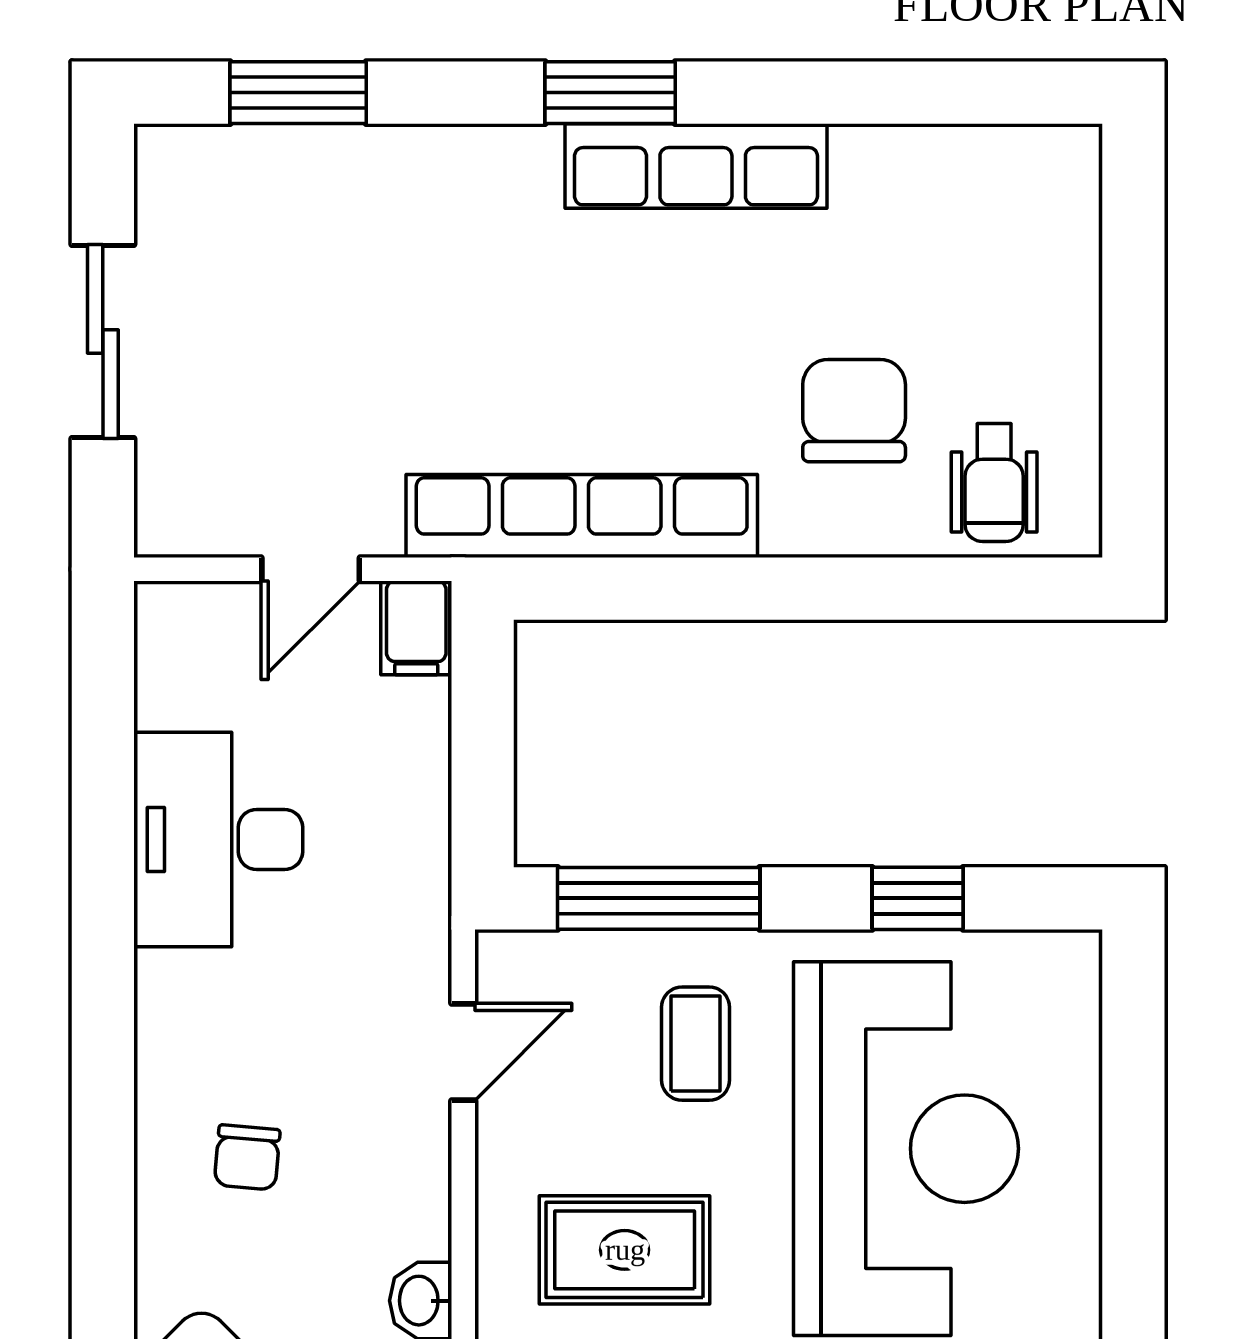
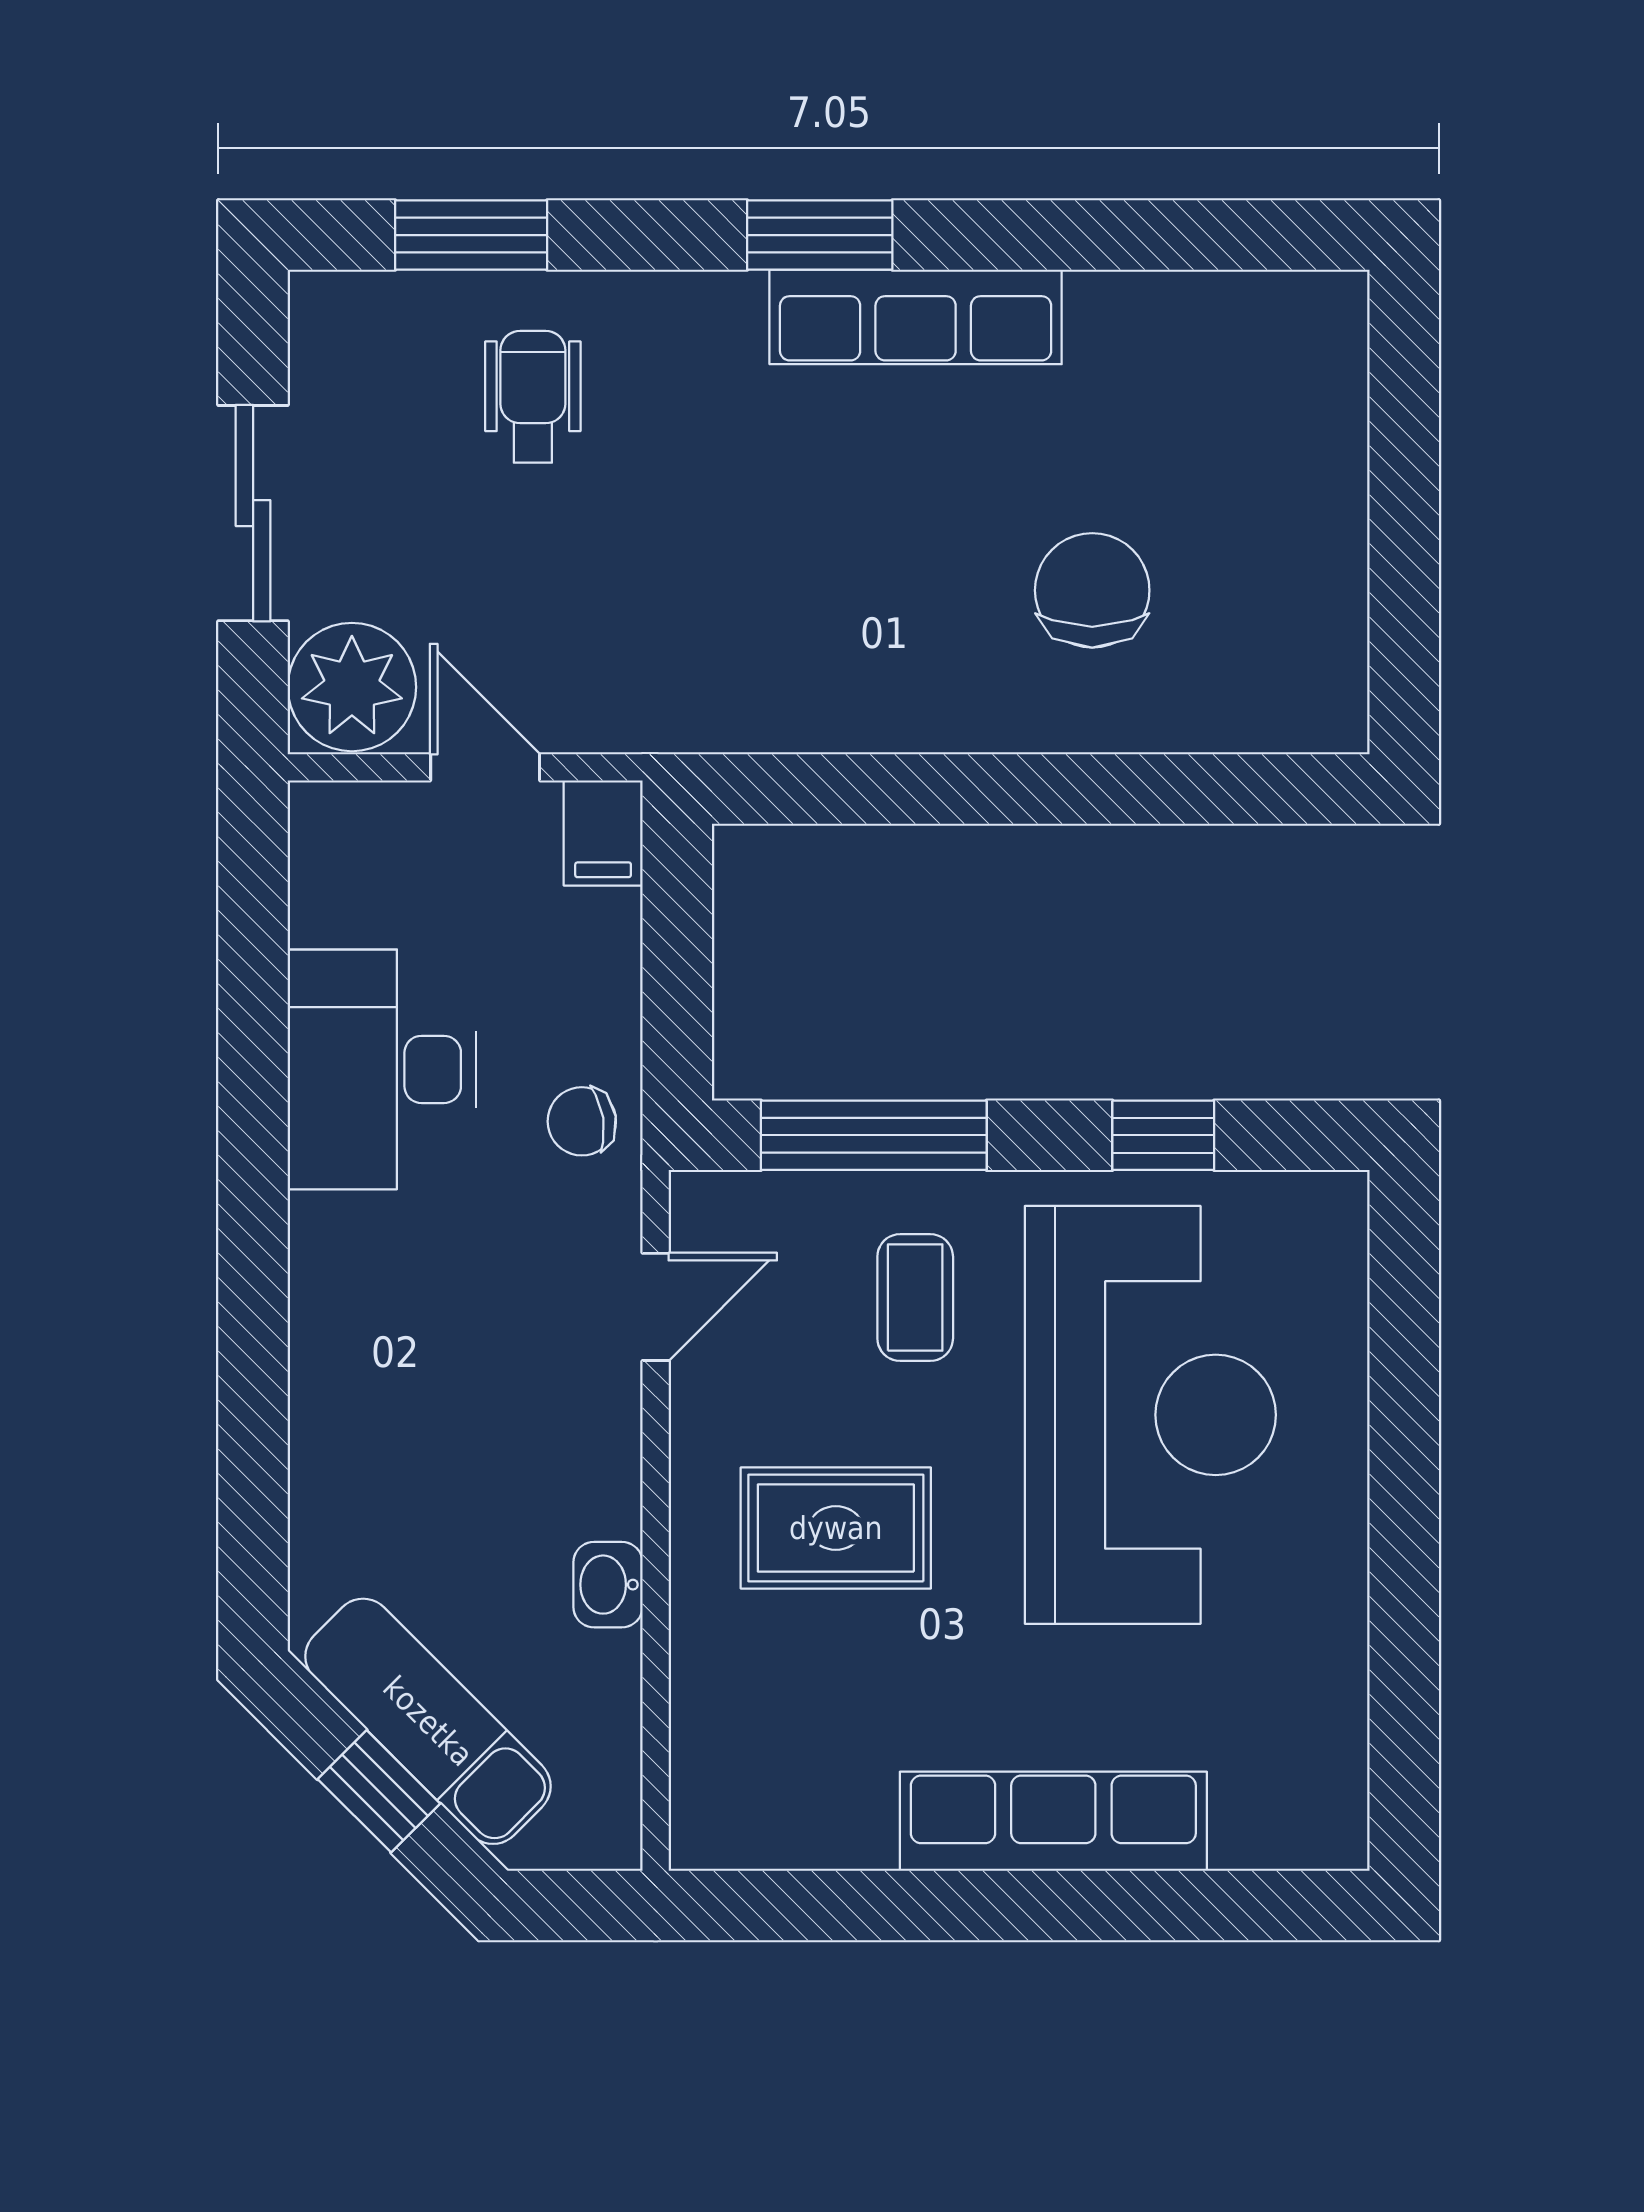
wheelchair: (994, 483) -> (533, 397), moved, turned 180
plant: (191, 497) -> (352, 687), added
row of seats: (582, 516) -> (788, 708), removed
door: (311, 569) -> (485, 767), swing flipped
chair: (247, 1157) -> (582, 1121), moved, turned 76

